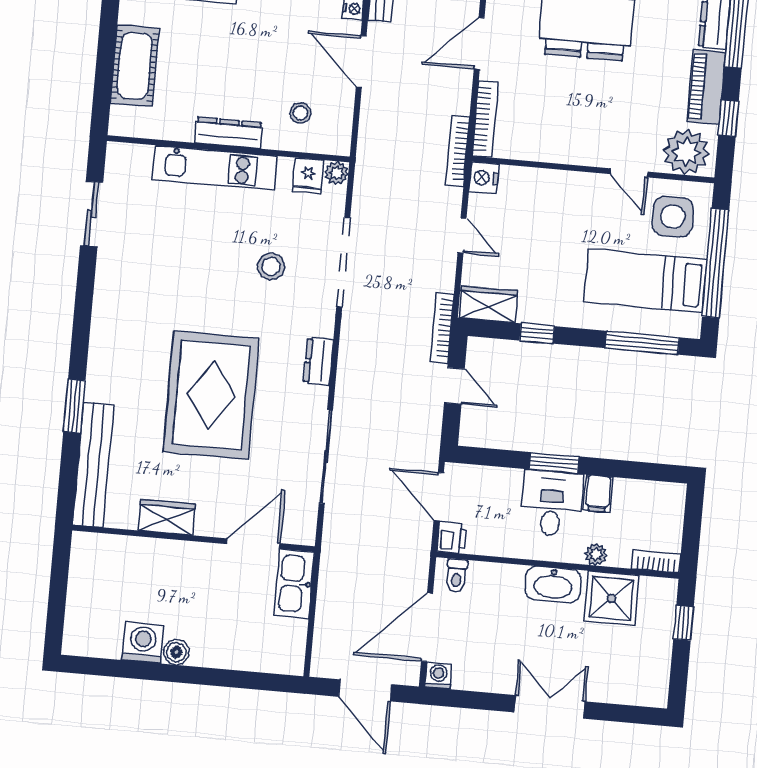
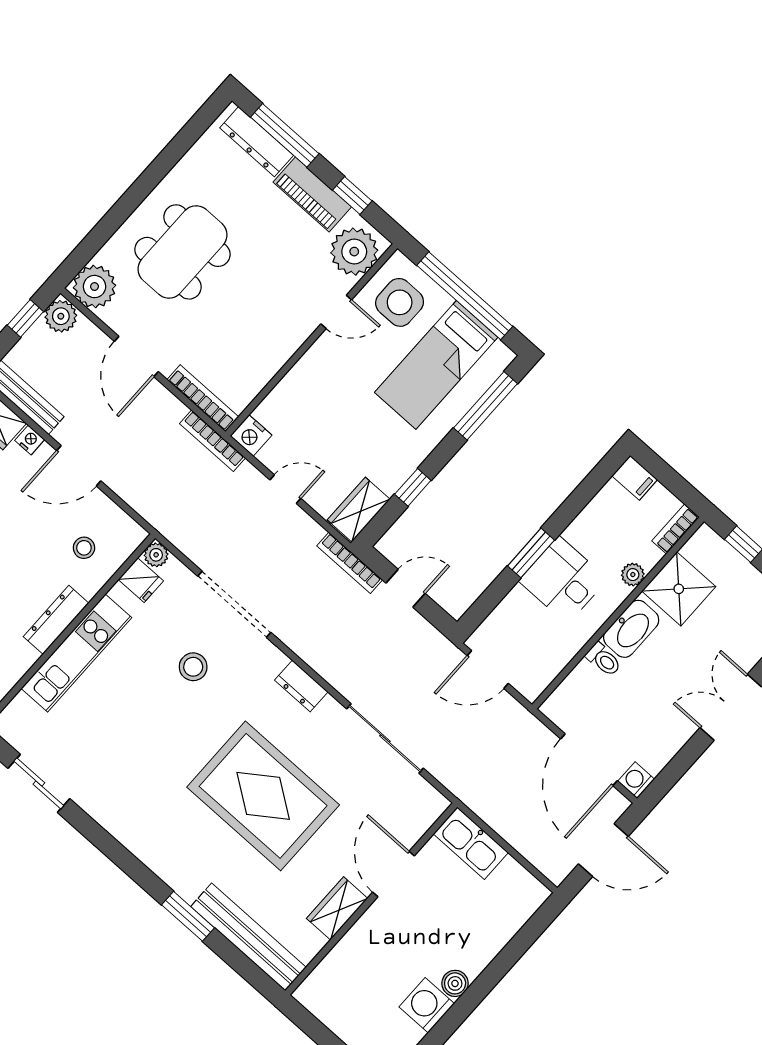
filing cabinet: (598, 493) -> (635, 478), moved
printer: (452, 538) -> (530, 684), removed
door: (253, 544) -> (394, 874), moved
toilet: (457, 576) -> (603, 659), moved

